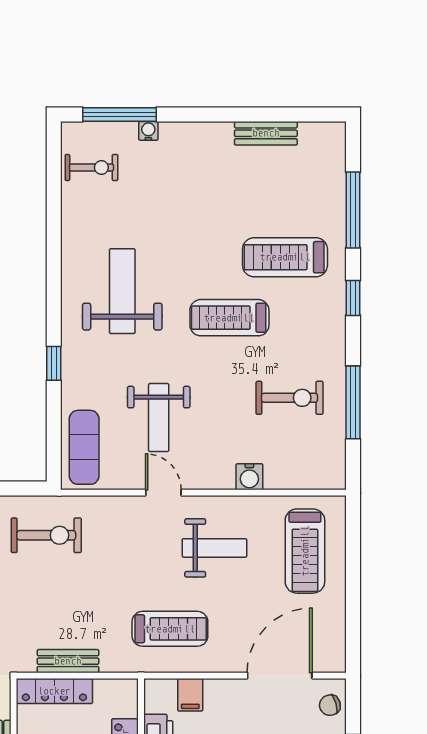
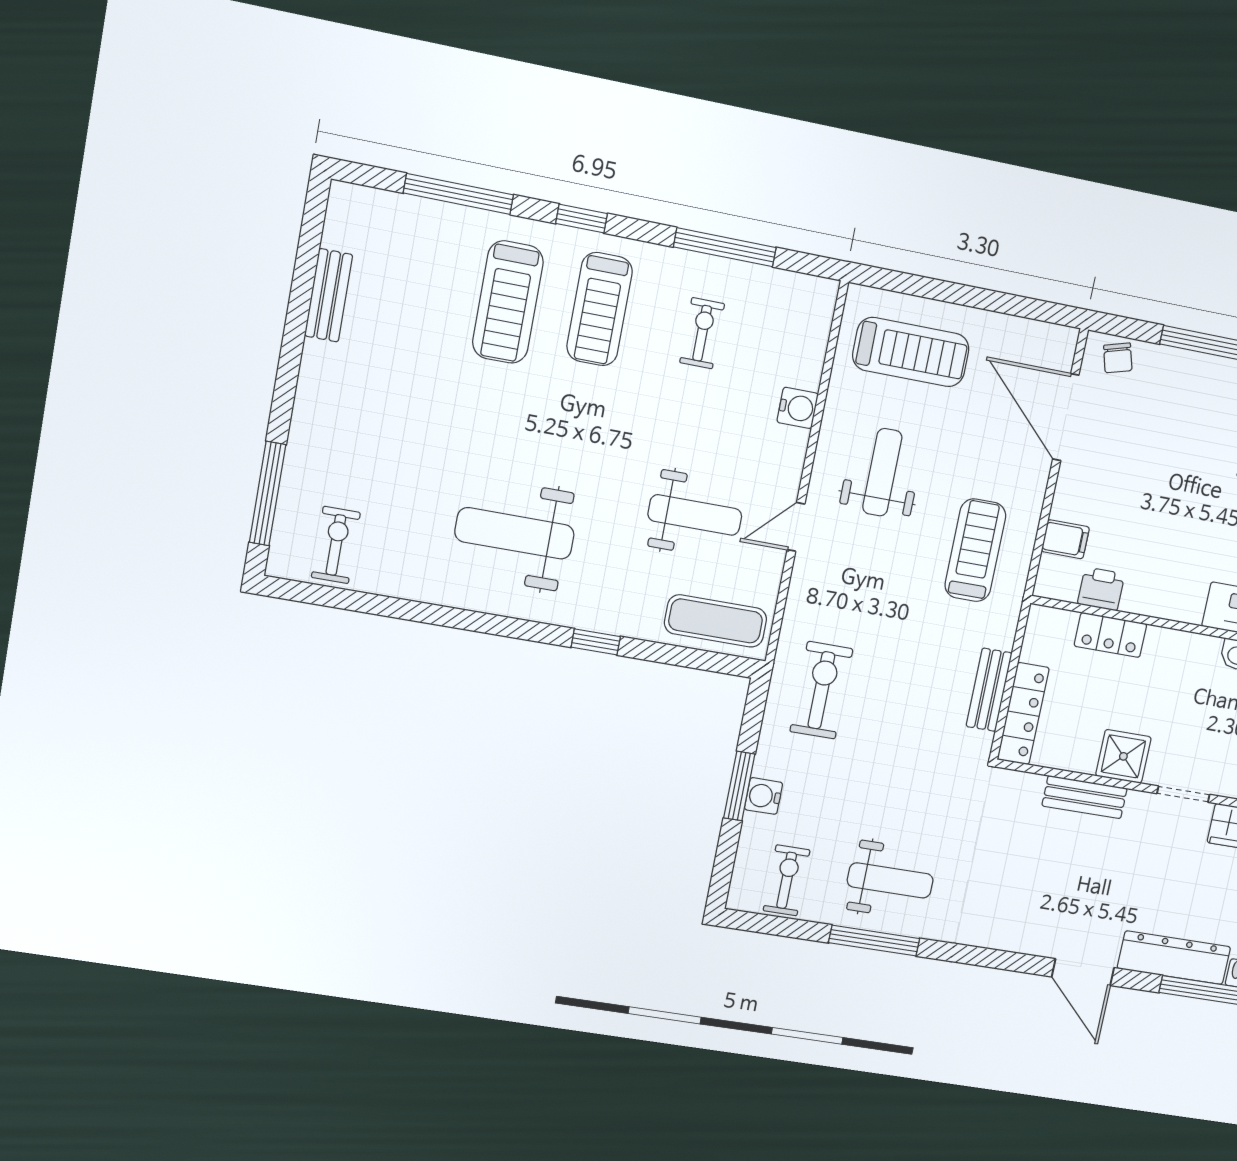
water cooler: (148, 131) -> (297, 458), removed
treadmill: (229, 318) -> (600, 309), moved
exercise bike: (290, 398) -> (702, 333), width x0.73, depth x0.72

